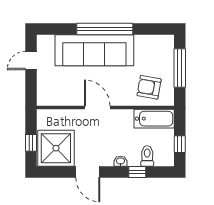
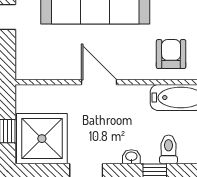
armchair: (149, 87) -> (171, 54), turned 80

